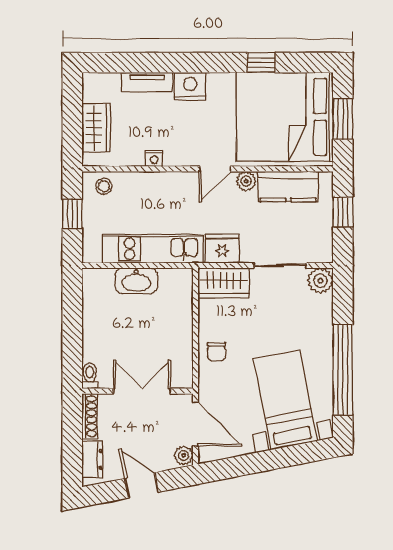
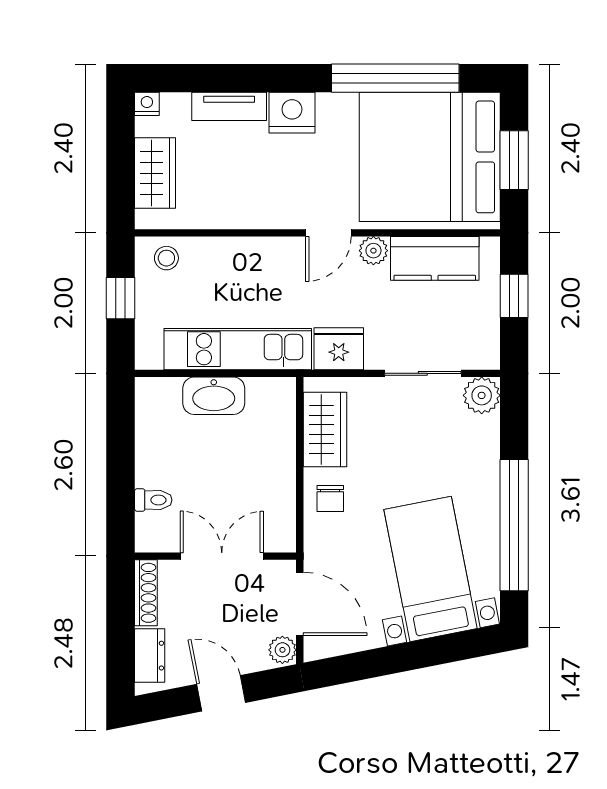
window: (261, 63) -> (395, 78), width x3.17
nightstand: (154, 158) -> (147, 104), moved, turned 180
wardrobe: (224, 283) -> (325, 430), moved, turned -90
toilet: (90, 376) -> (153, 500), moved, turned 90

